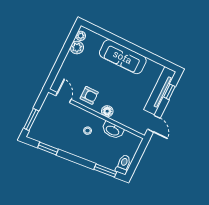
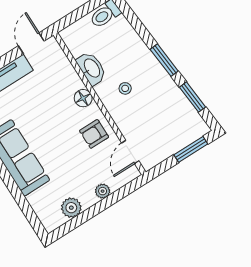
plant: (81, 36) -> (103, 191), moved
armchair: (89, 95) -> (94, 134), turned -90
window: (105, 171) -> (164, 60), moved

